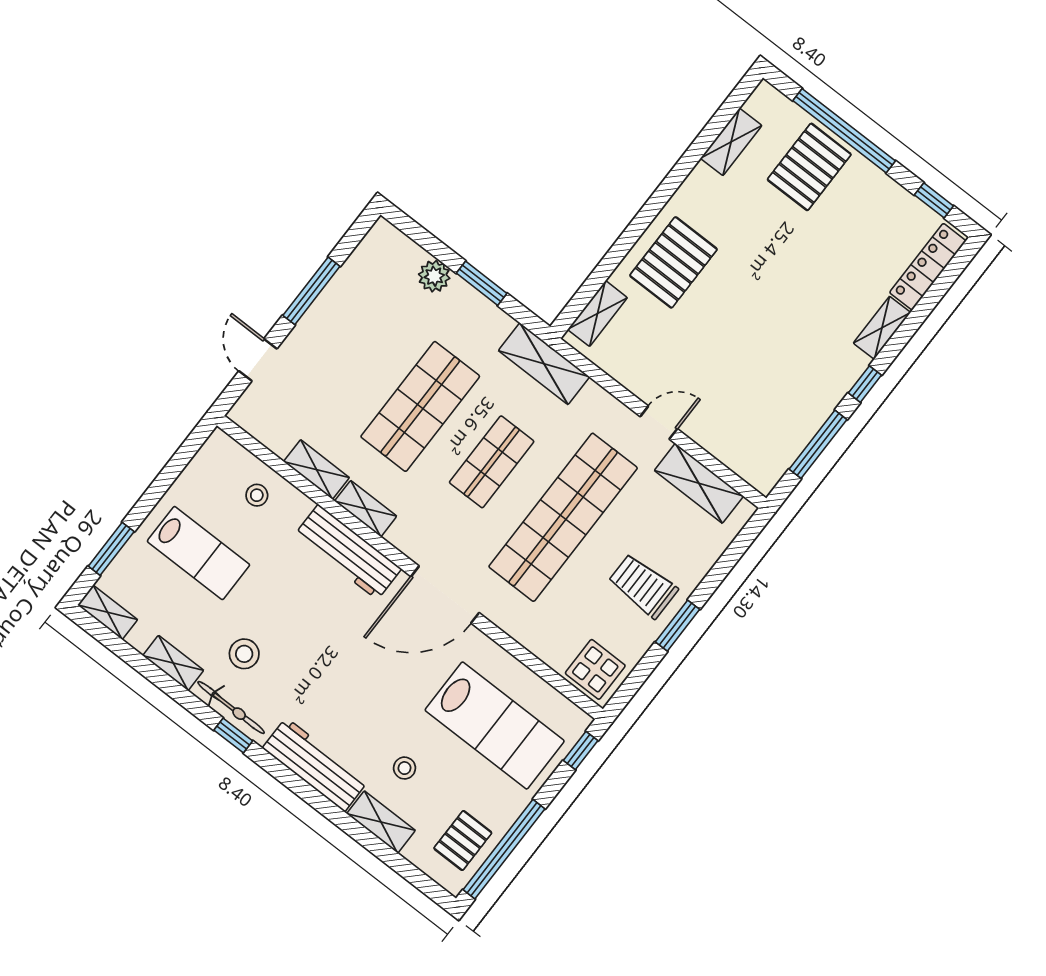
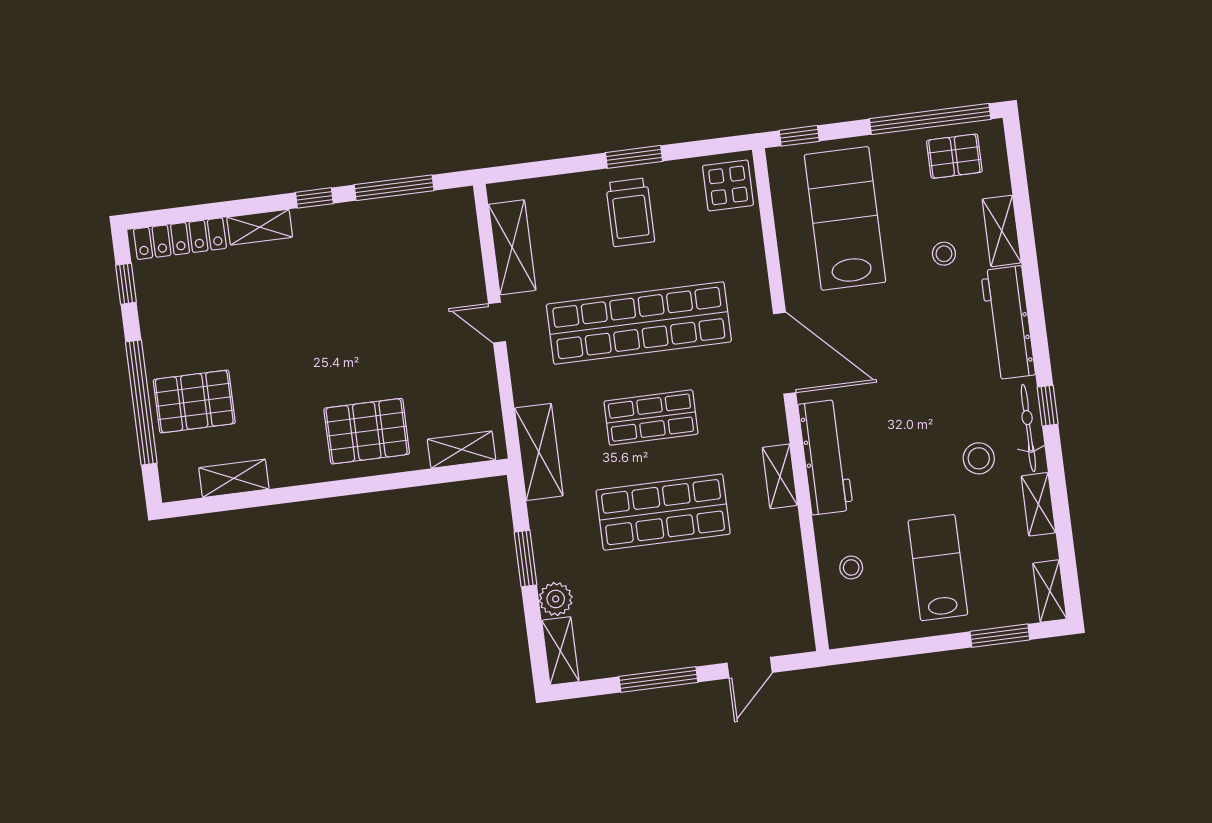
shelving: (316, 470) -> (560, 651), moved

